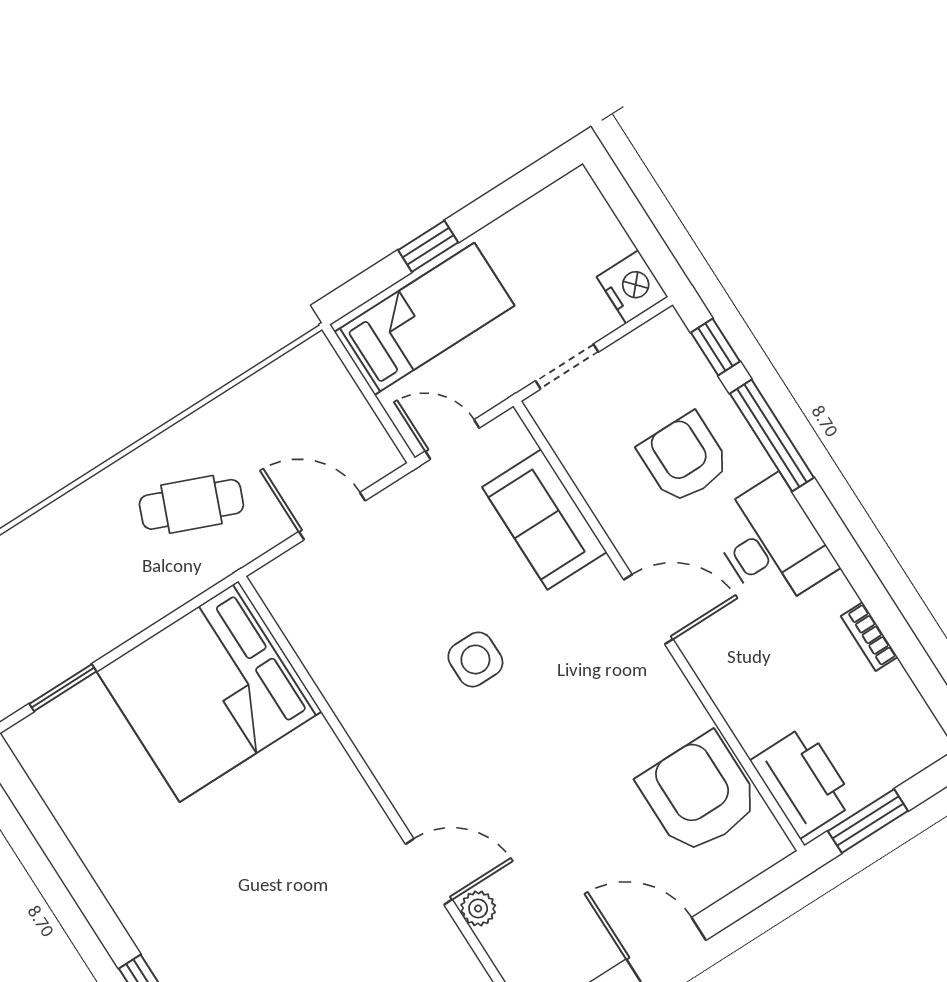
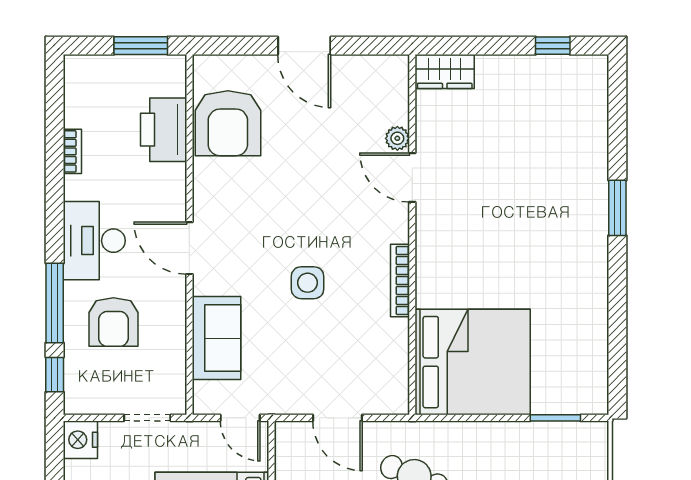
bookcase: (363, 735) -> (400, 281), added
printer: (803, 782) -> (164, 130), moved

